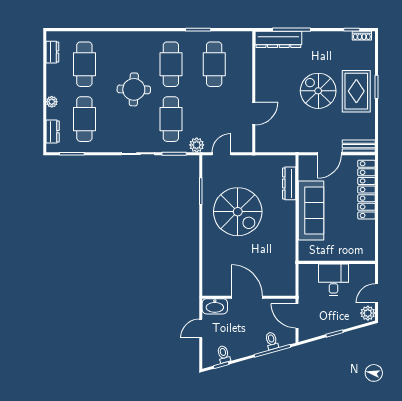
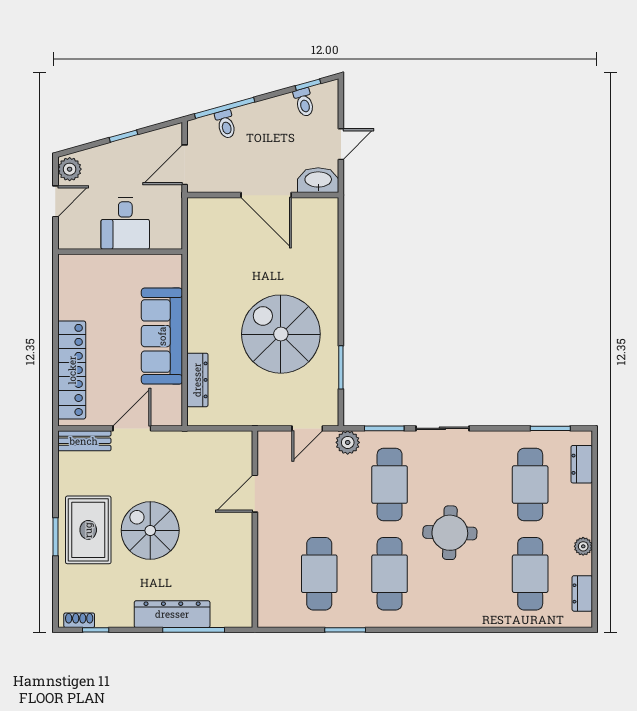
dresser: (278, 39) -> (172, 614), moved
spiral stairs: (318, 91) -> (150, 530), turned 180
plant: (52, 102) -> (583, 546), moved
door: (297, 316) -> (185, 165), swing flipped

